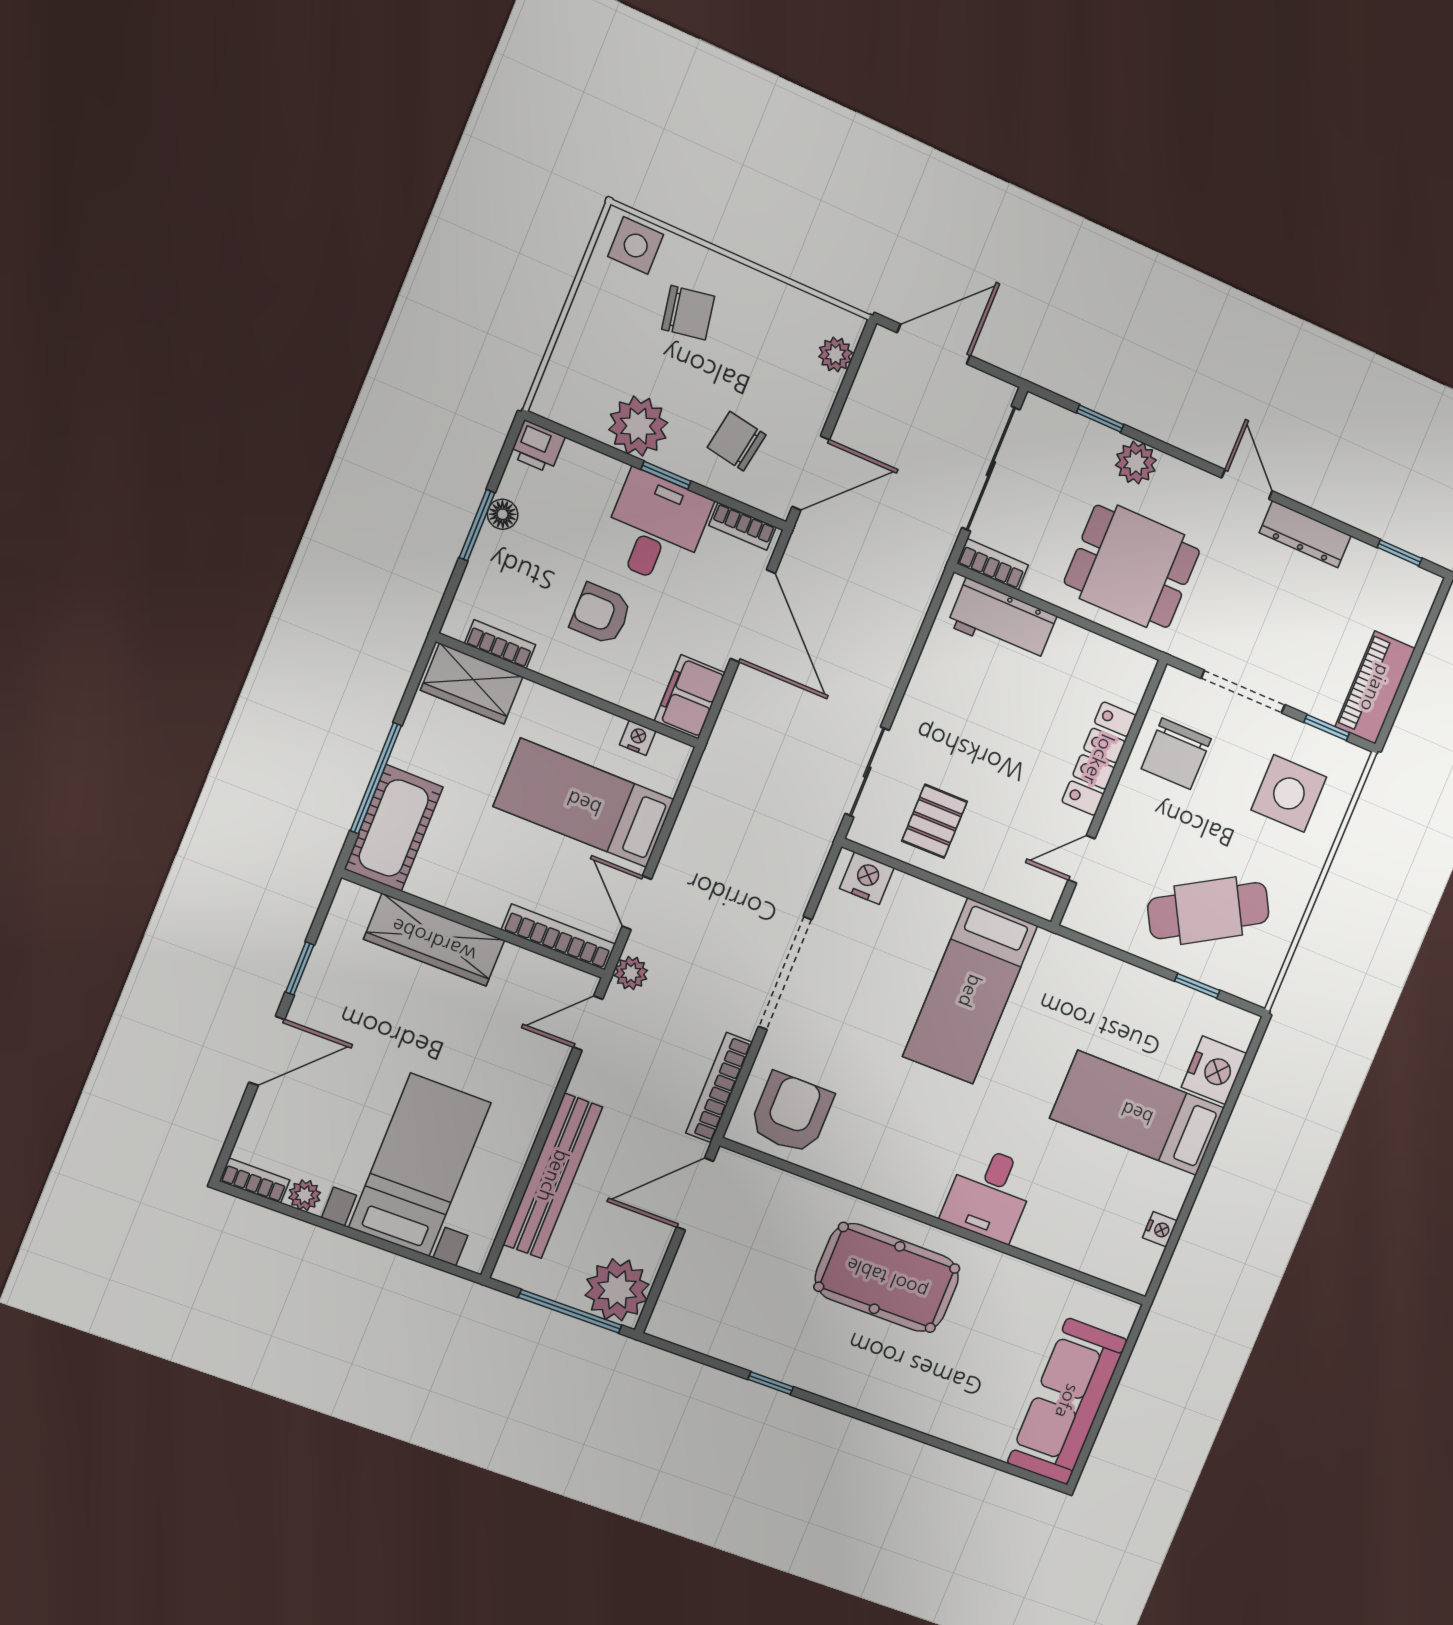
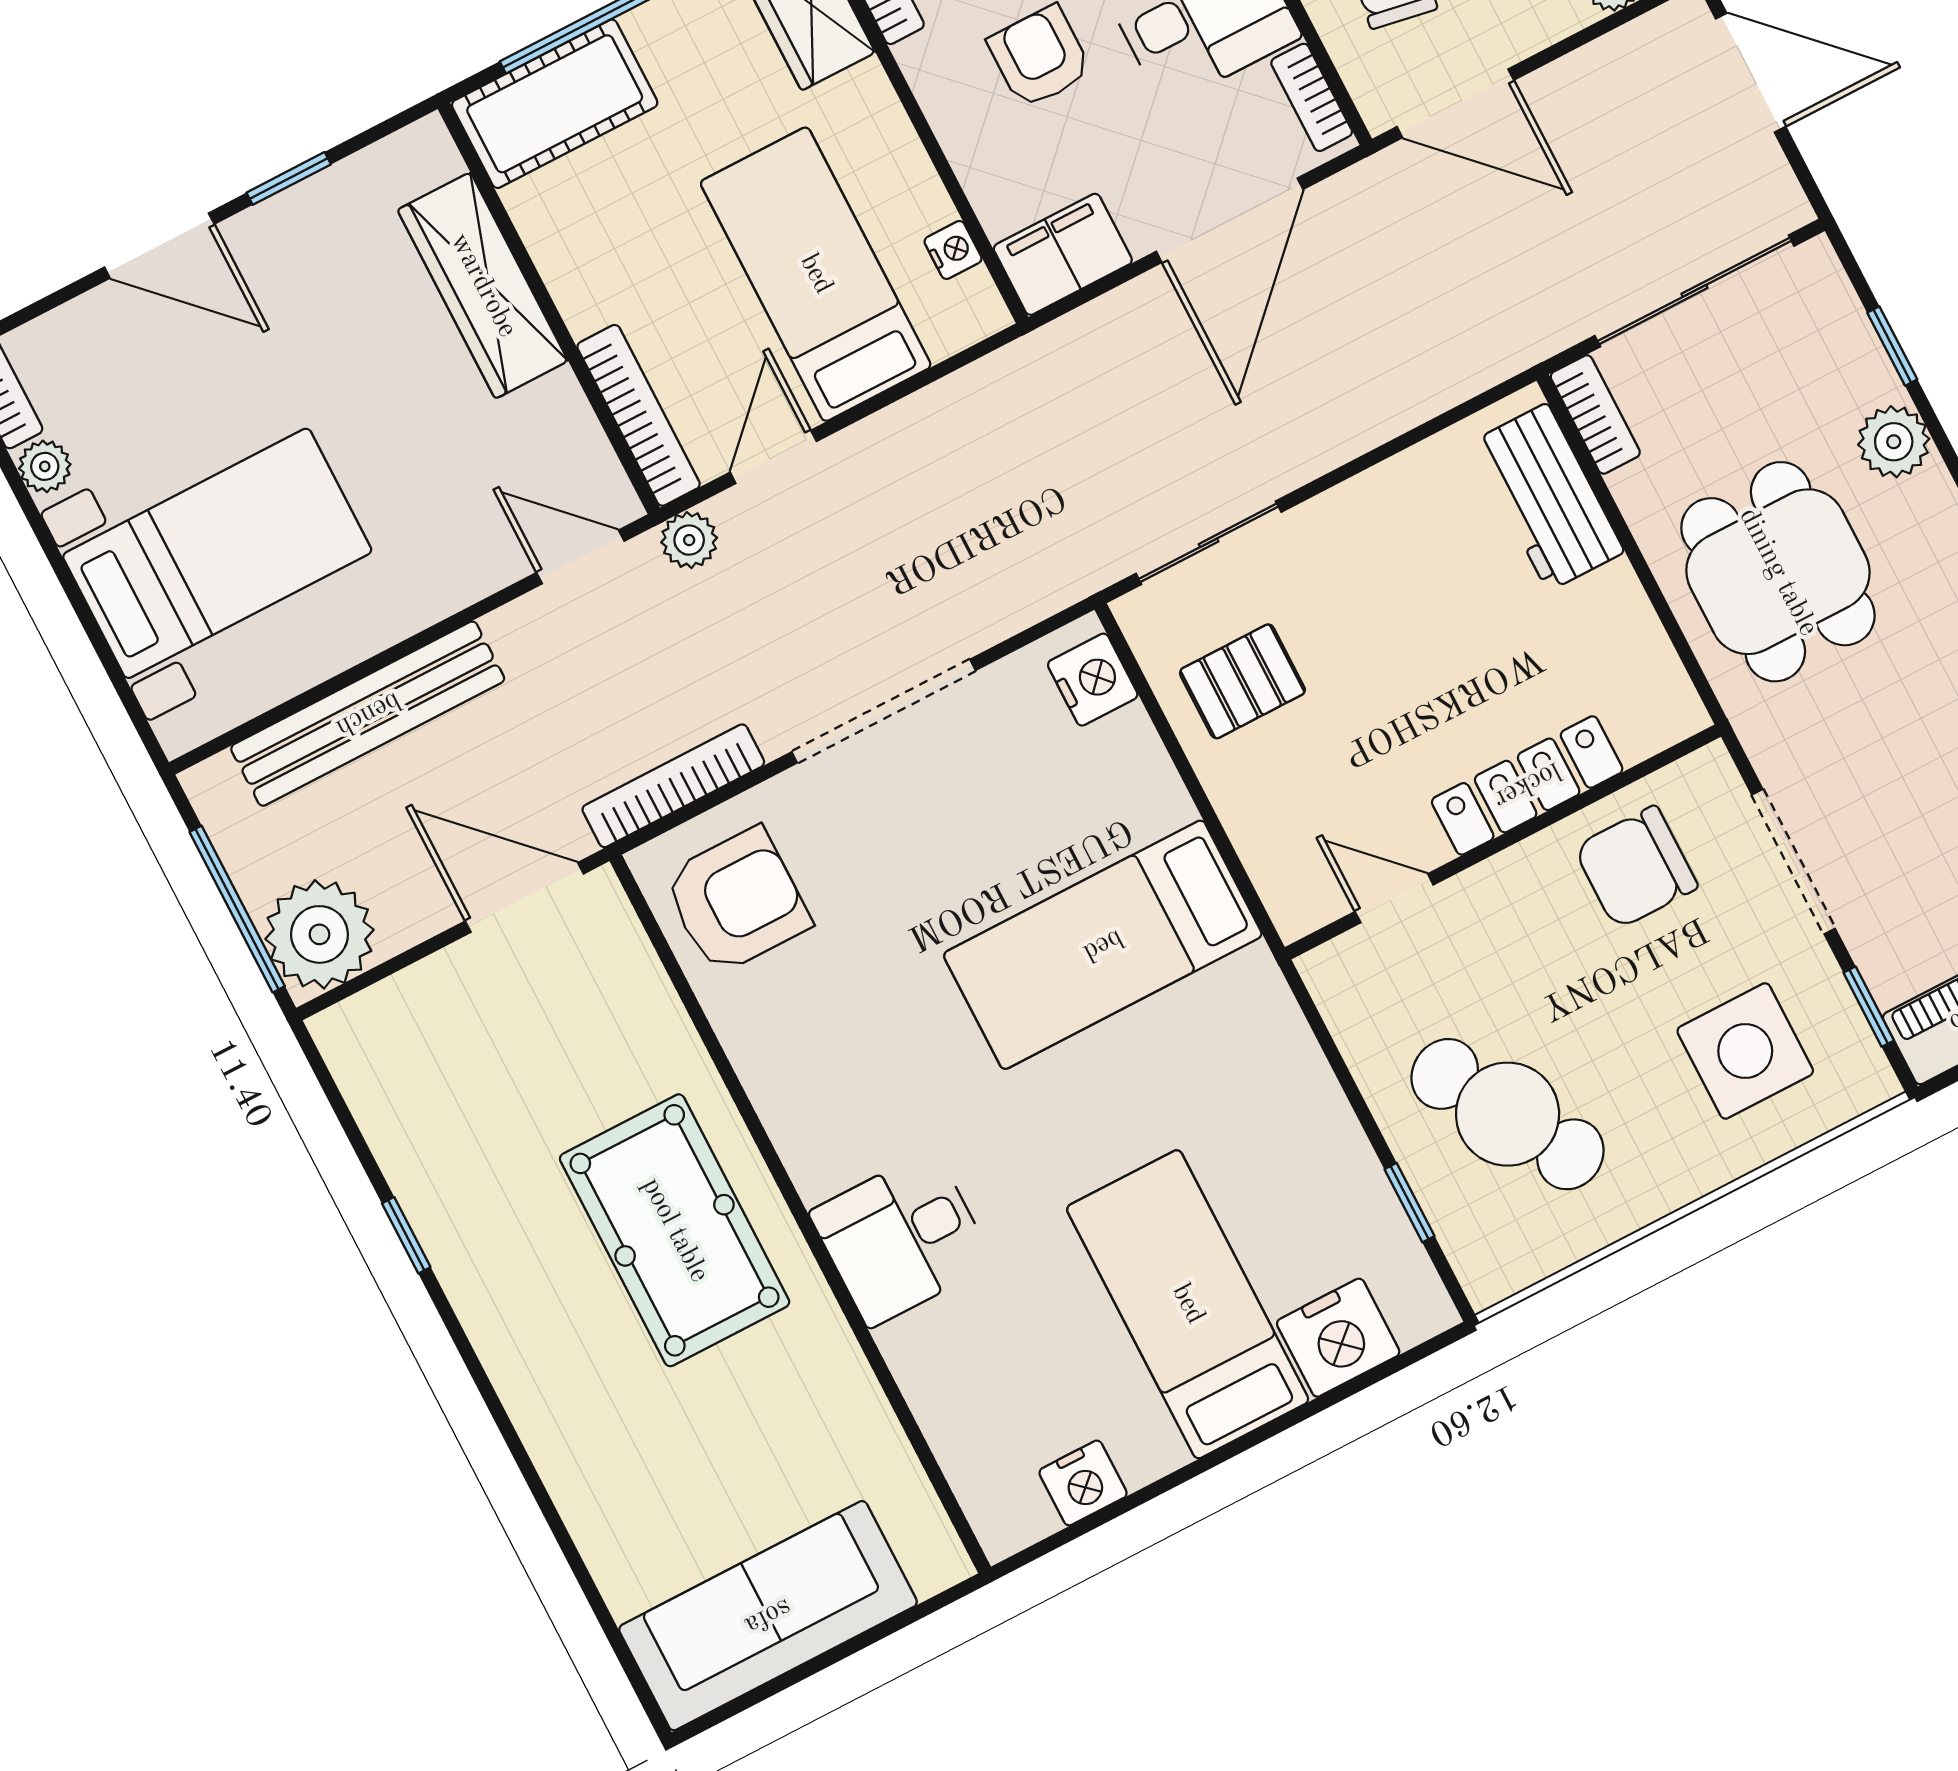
nightstand: (1160, 1229) -> (1083, 1483), width x1.39, depth x1.35

